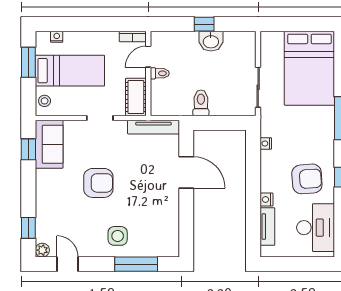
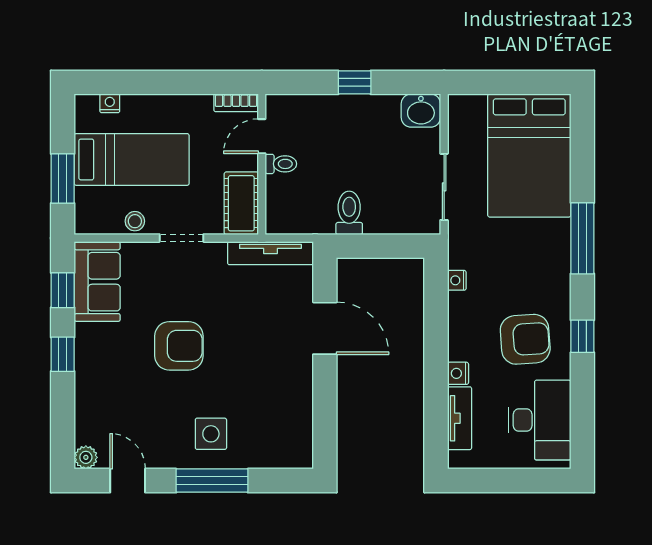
washbasin: (211, 41) -> (421, 111), moved
window: (28, 62) -> (63, 178), moved
stool: (45, 101) -> (135, 221), moved
window: (28, 228) -> (63, 354), moved
window: (136, 264) -> (212, 481), moved

